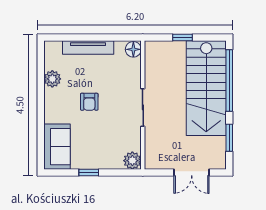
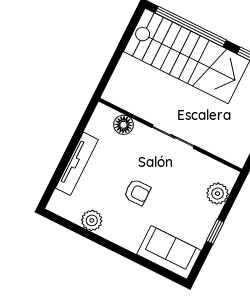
window: (183, 37) -> (118, 54), removed
floor lamp: (133, 49) -> (124, 125), moved
plant: (132, 161) -> (218, 194), moved

